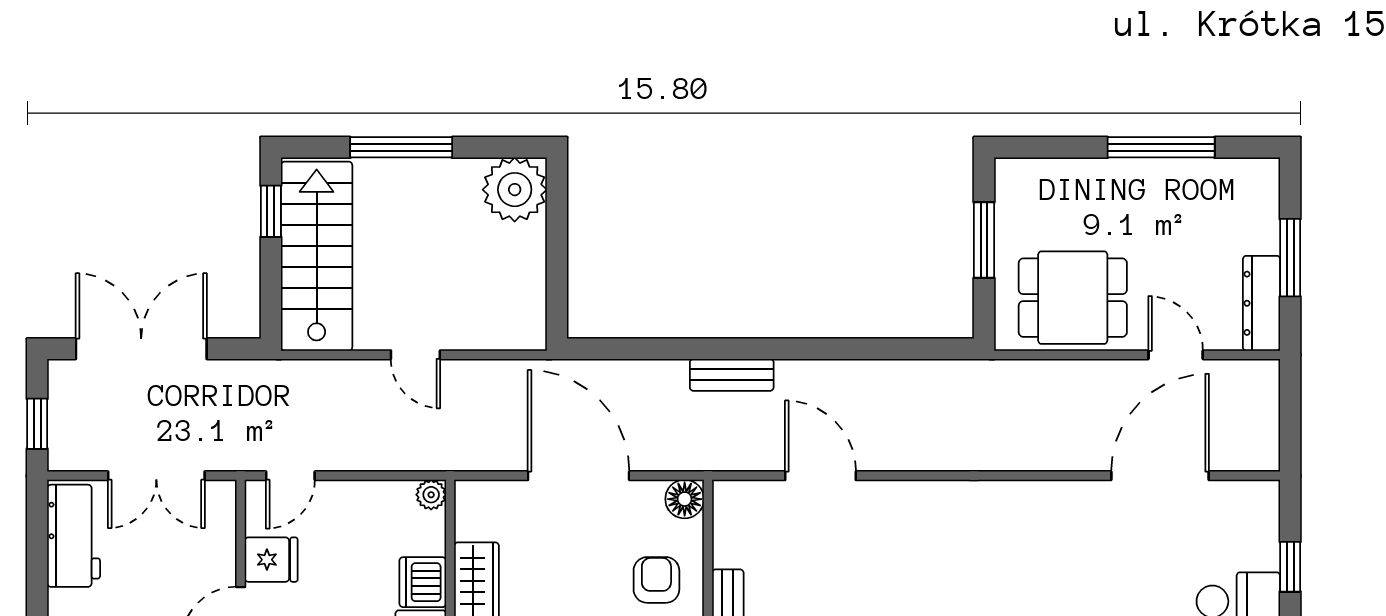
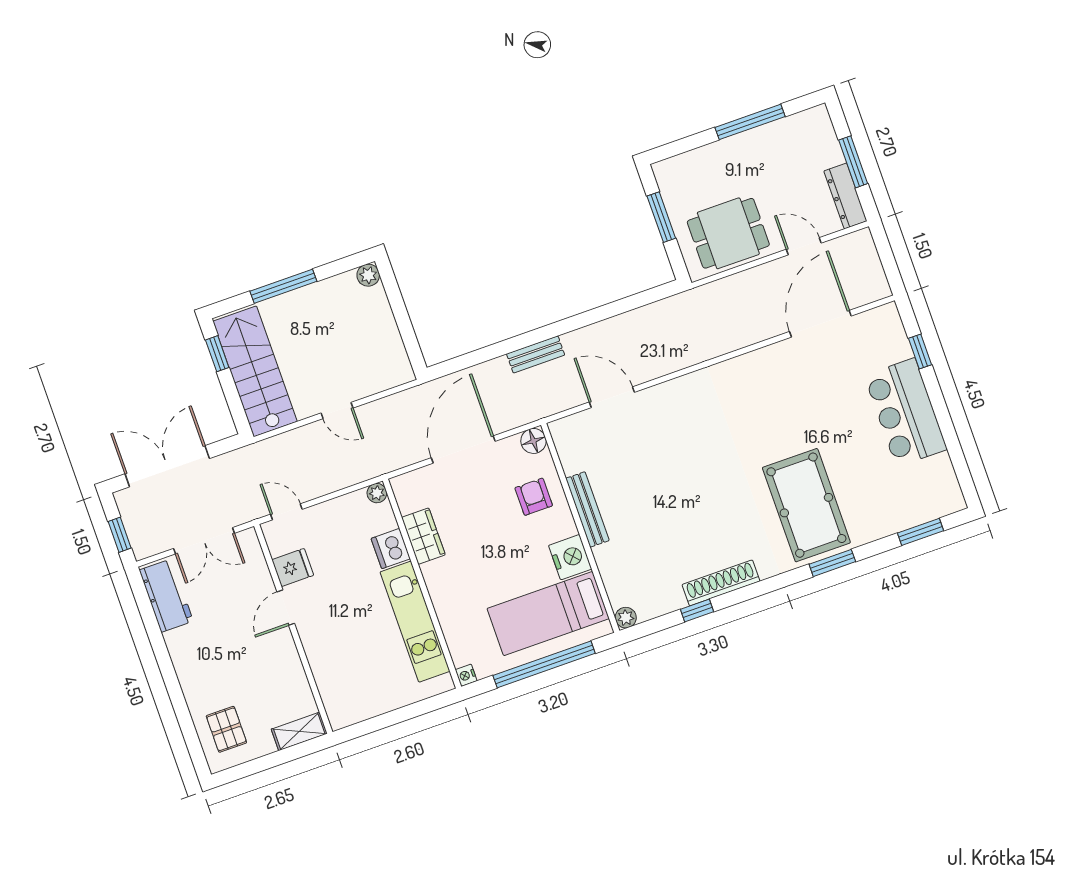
plant: (515, 190) -> (368, 275), width x0.53, depth x0.53
door: (290, 476) -> (286, 512), swing flipped
door: (579, 476) -> (463, 450), hinge flipped

